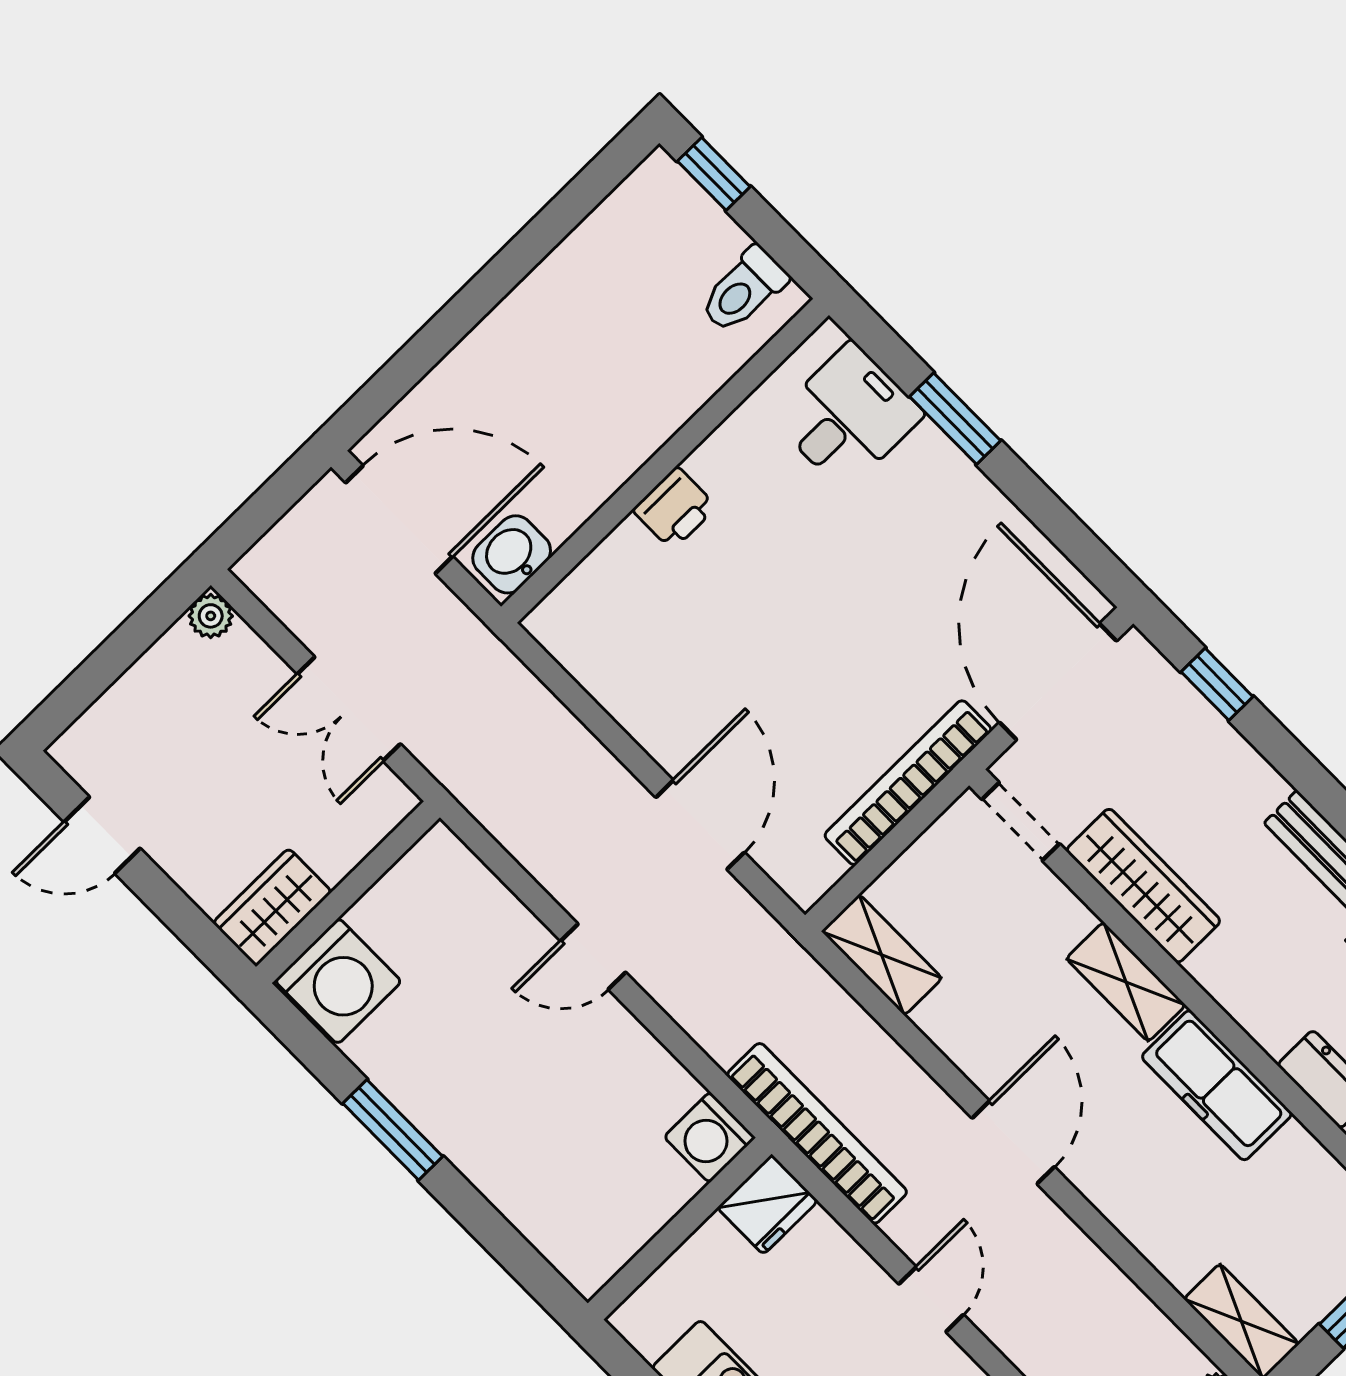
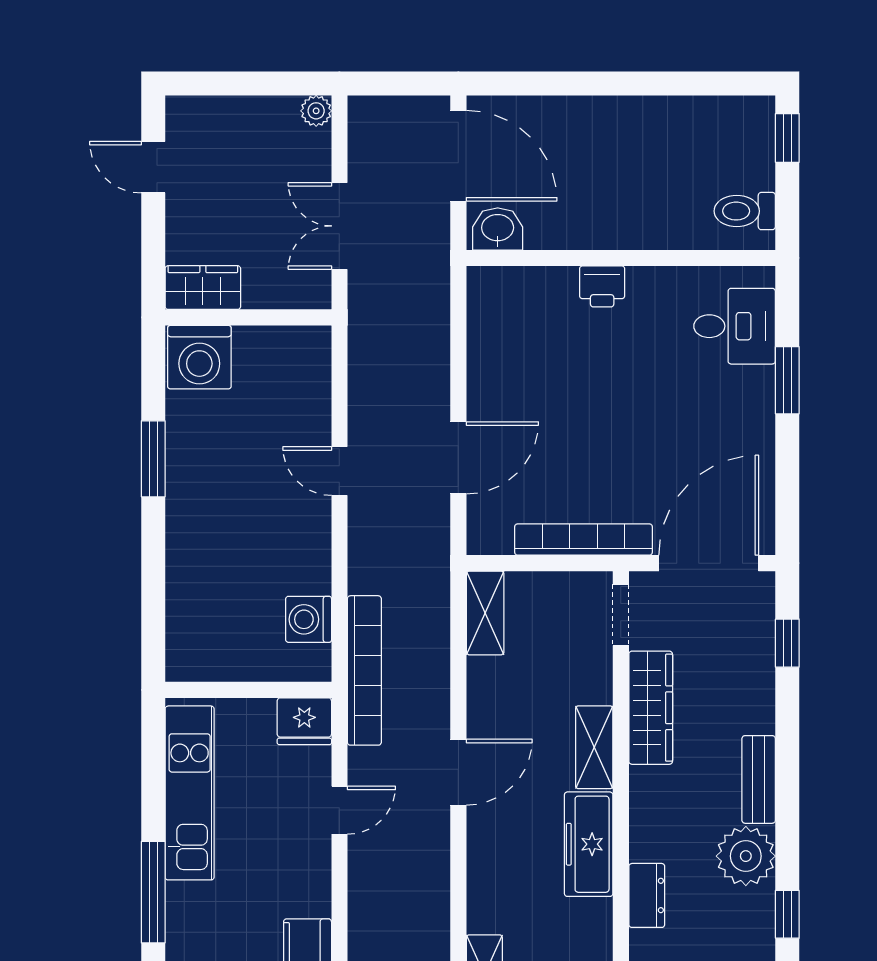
fridge: (767, 1204) -> (304, 721), moved
wall: (680, 1229) -> (248, 690), moved

